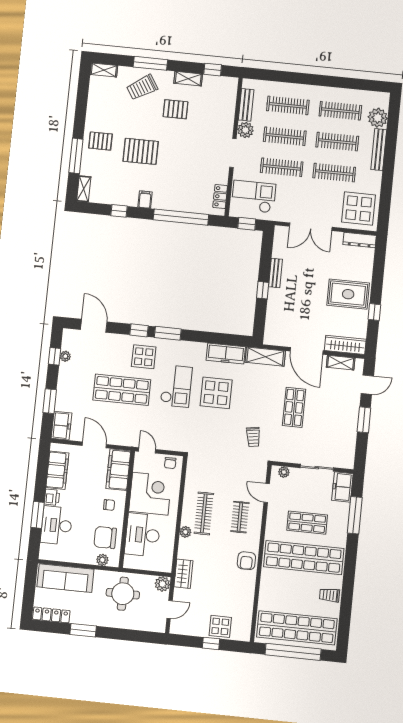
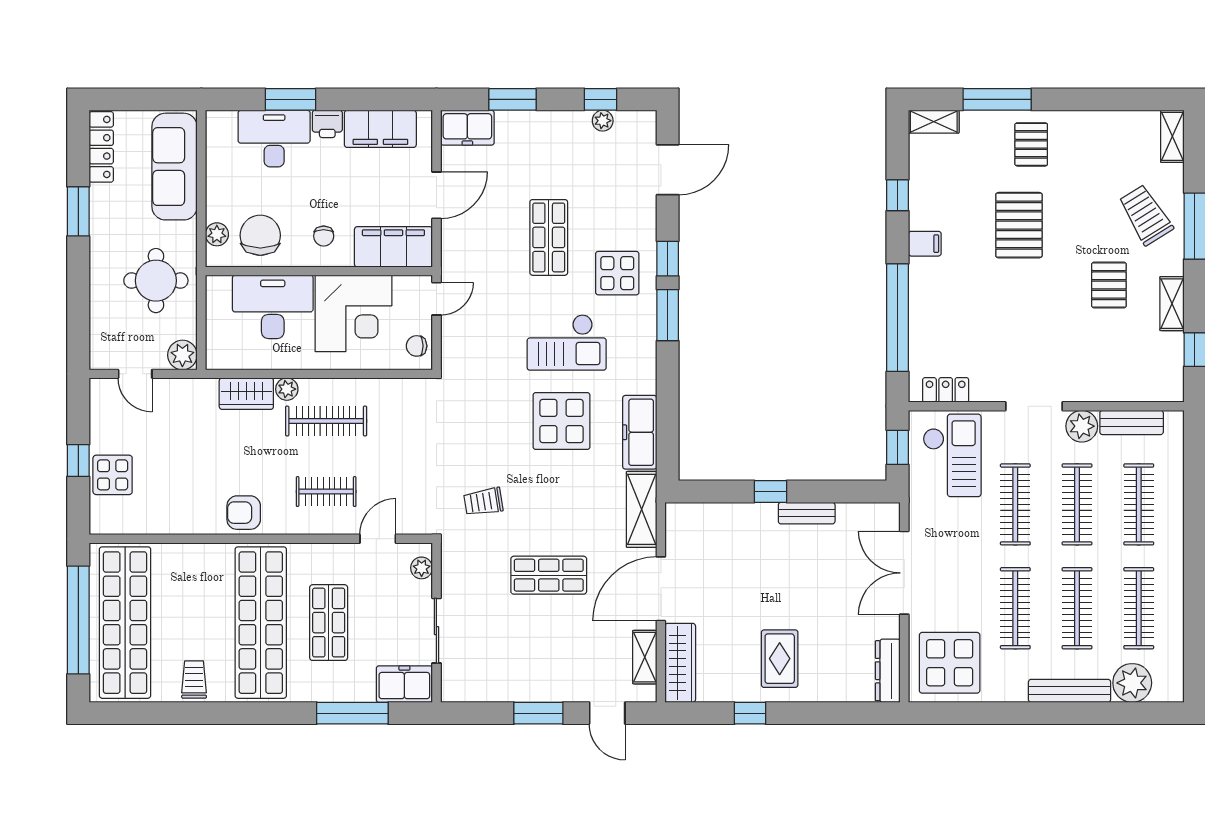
rug: (348, 294) -> (780, 659), width x0.73, depth x0.70
shop shelf: (122, 390) -> (549, 237), width x0.70, depth x0.74
wardrobe: (183, 574) -> (246, 394), moved

